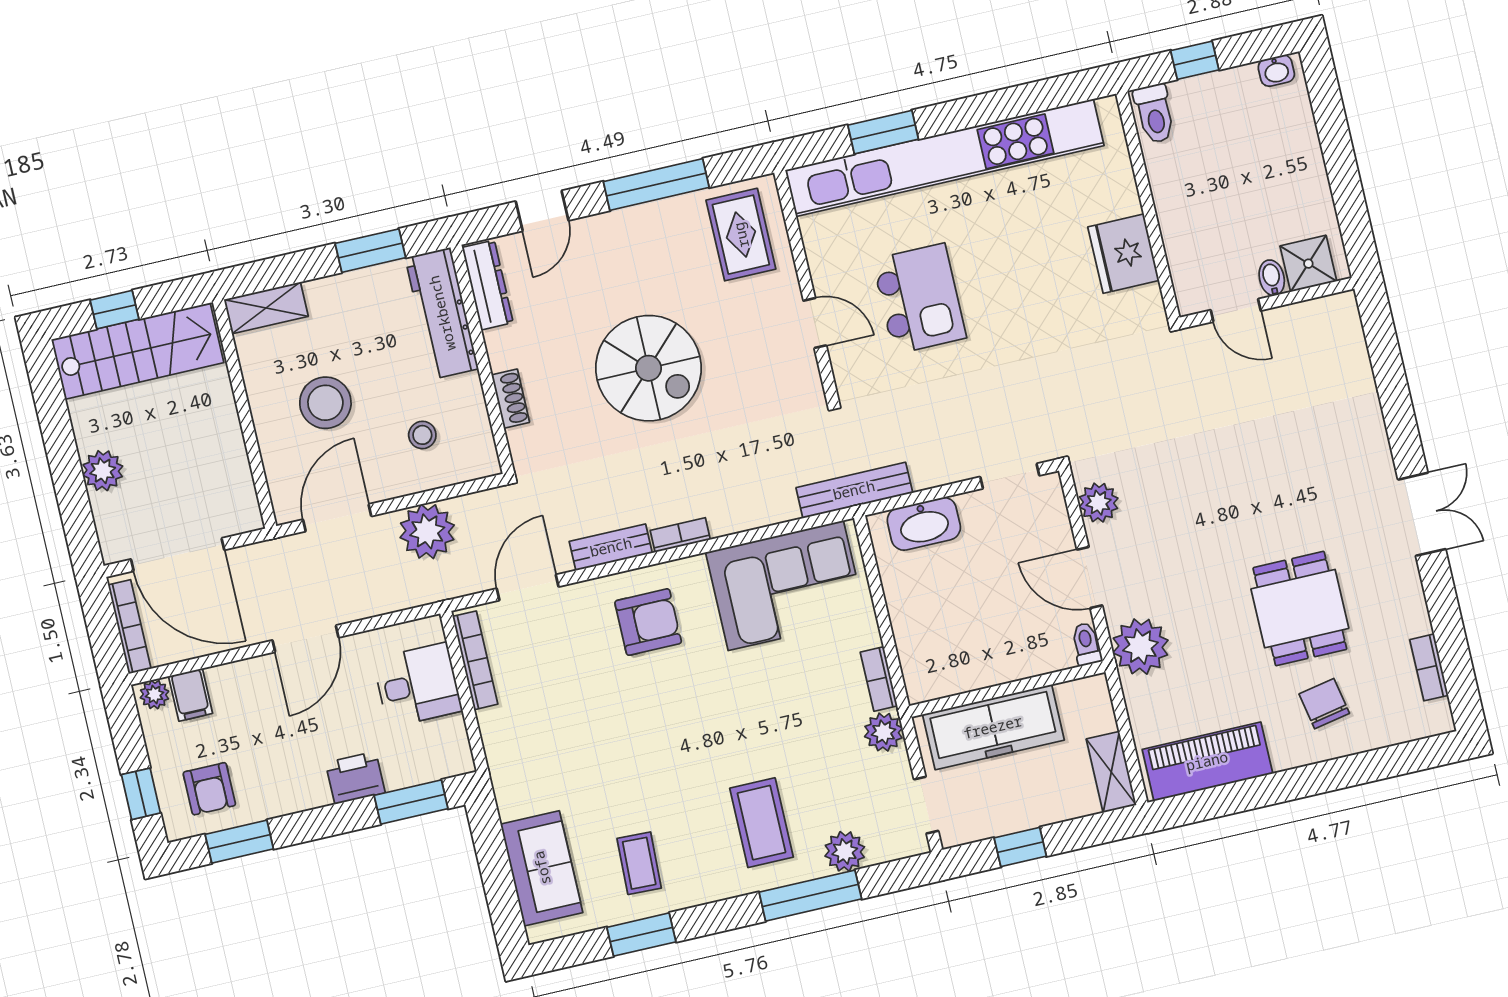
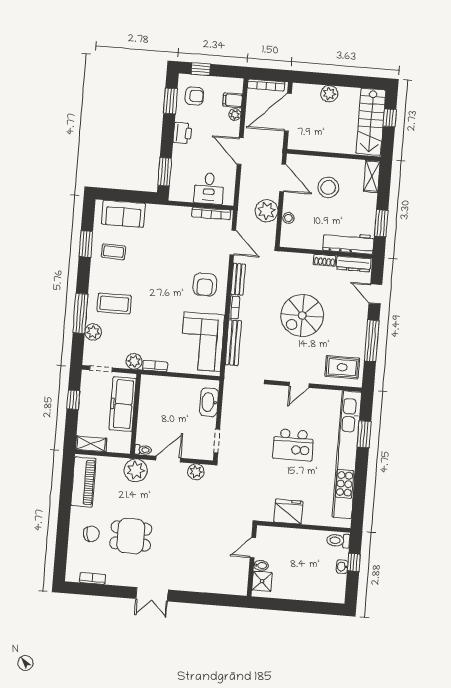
washbasin: (1276, 71) -> (342, 567), moved
kitchen island: (919, 299) -> (293, 445), moved
shoe rack: (511, 399) -> (325, 260), moved
stool: (422, 435) -> (288, 218), moved
bench: (854, 490) -> (233, 343), moved
plant: (155, 694) -> (235, 115), moved
printer: (355, 778) -> (182, 133), moved
armchair: (209, 789) -> (194, 96), turned 180

